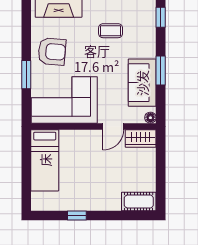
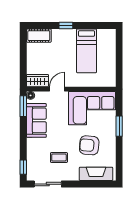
armchair: (52, 52) -> (89, 145), moved
window: (161, 71) -> (23, 106), moved
bed: (45, 160) -> (87, 51), moved, turned 180
window: (77, 216) -> (66, 26), moved

